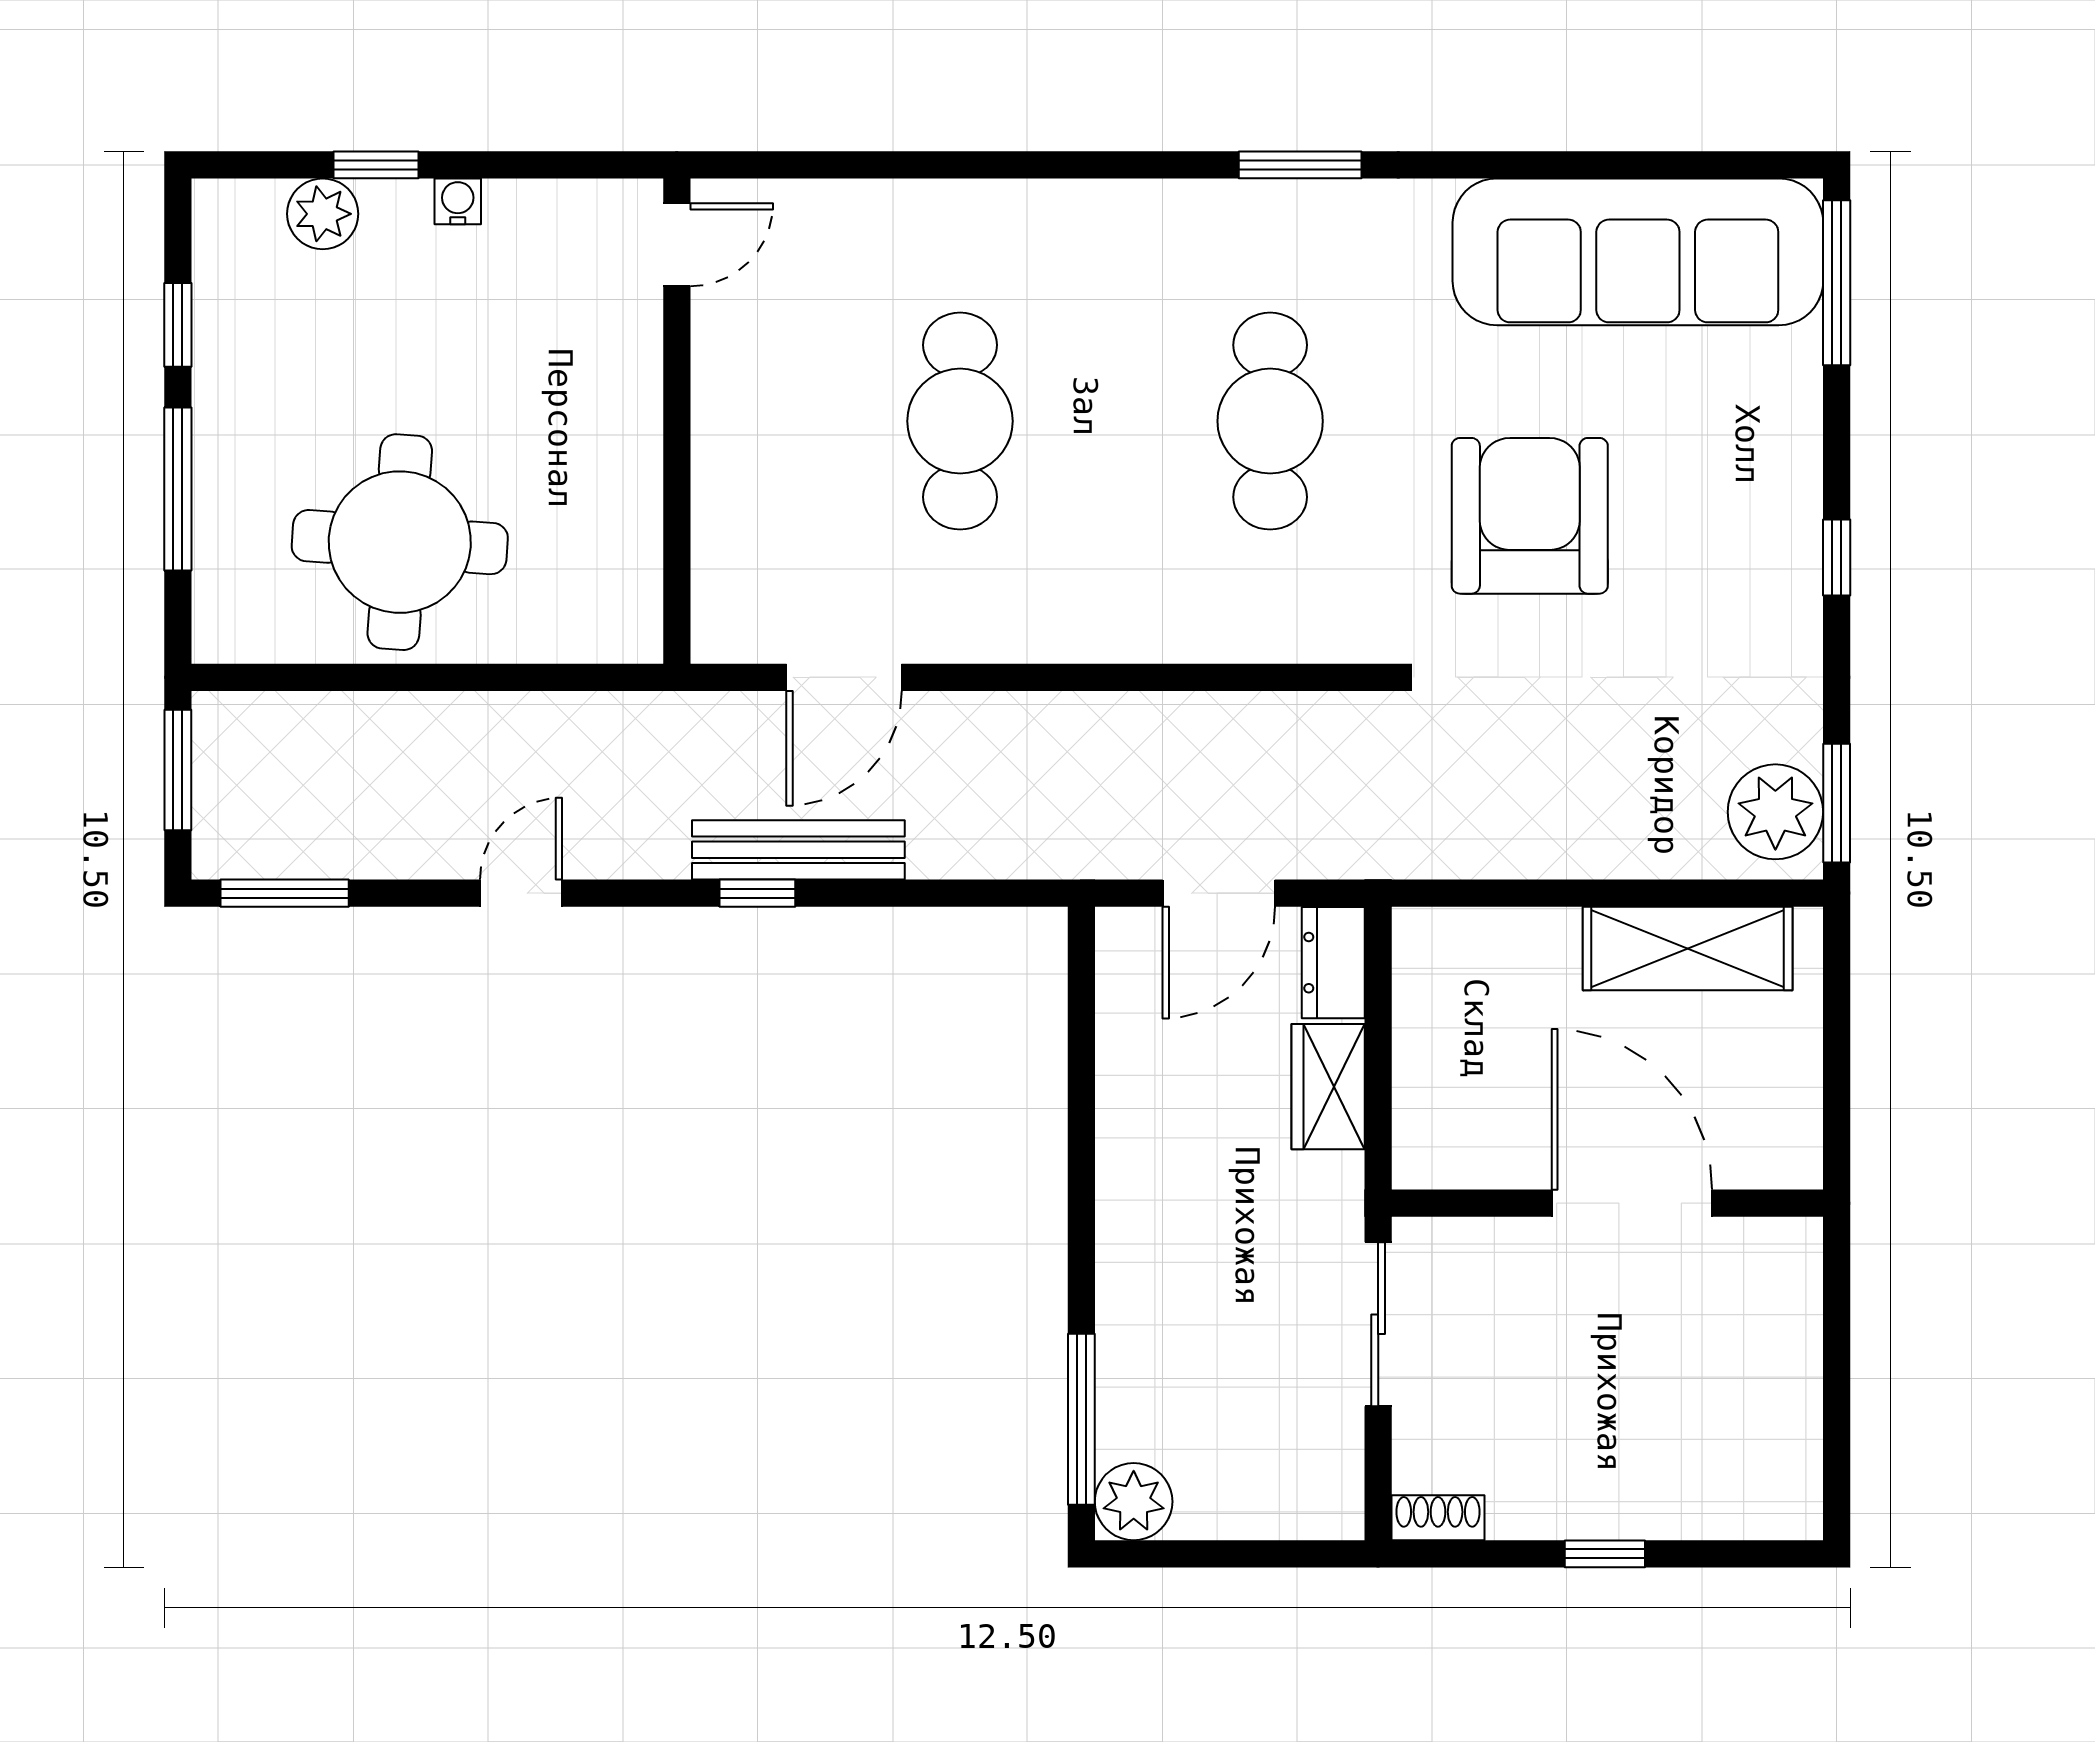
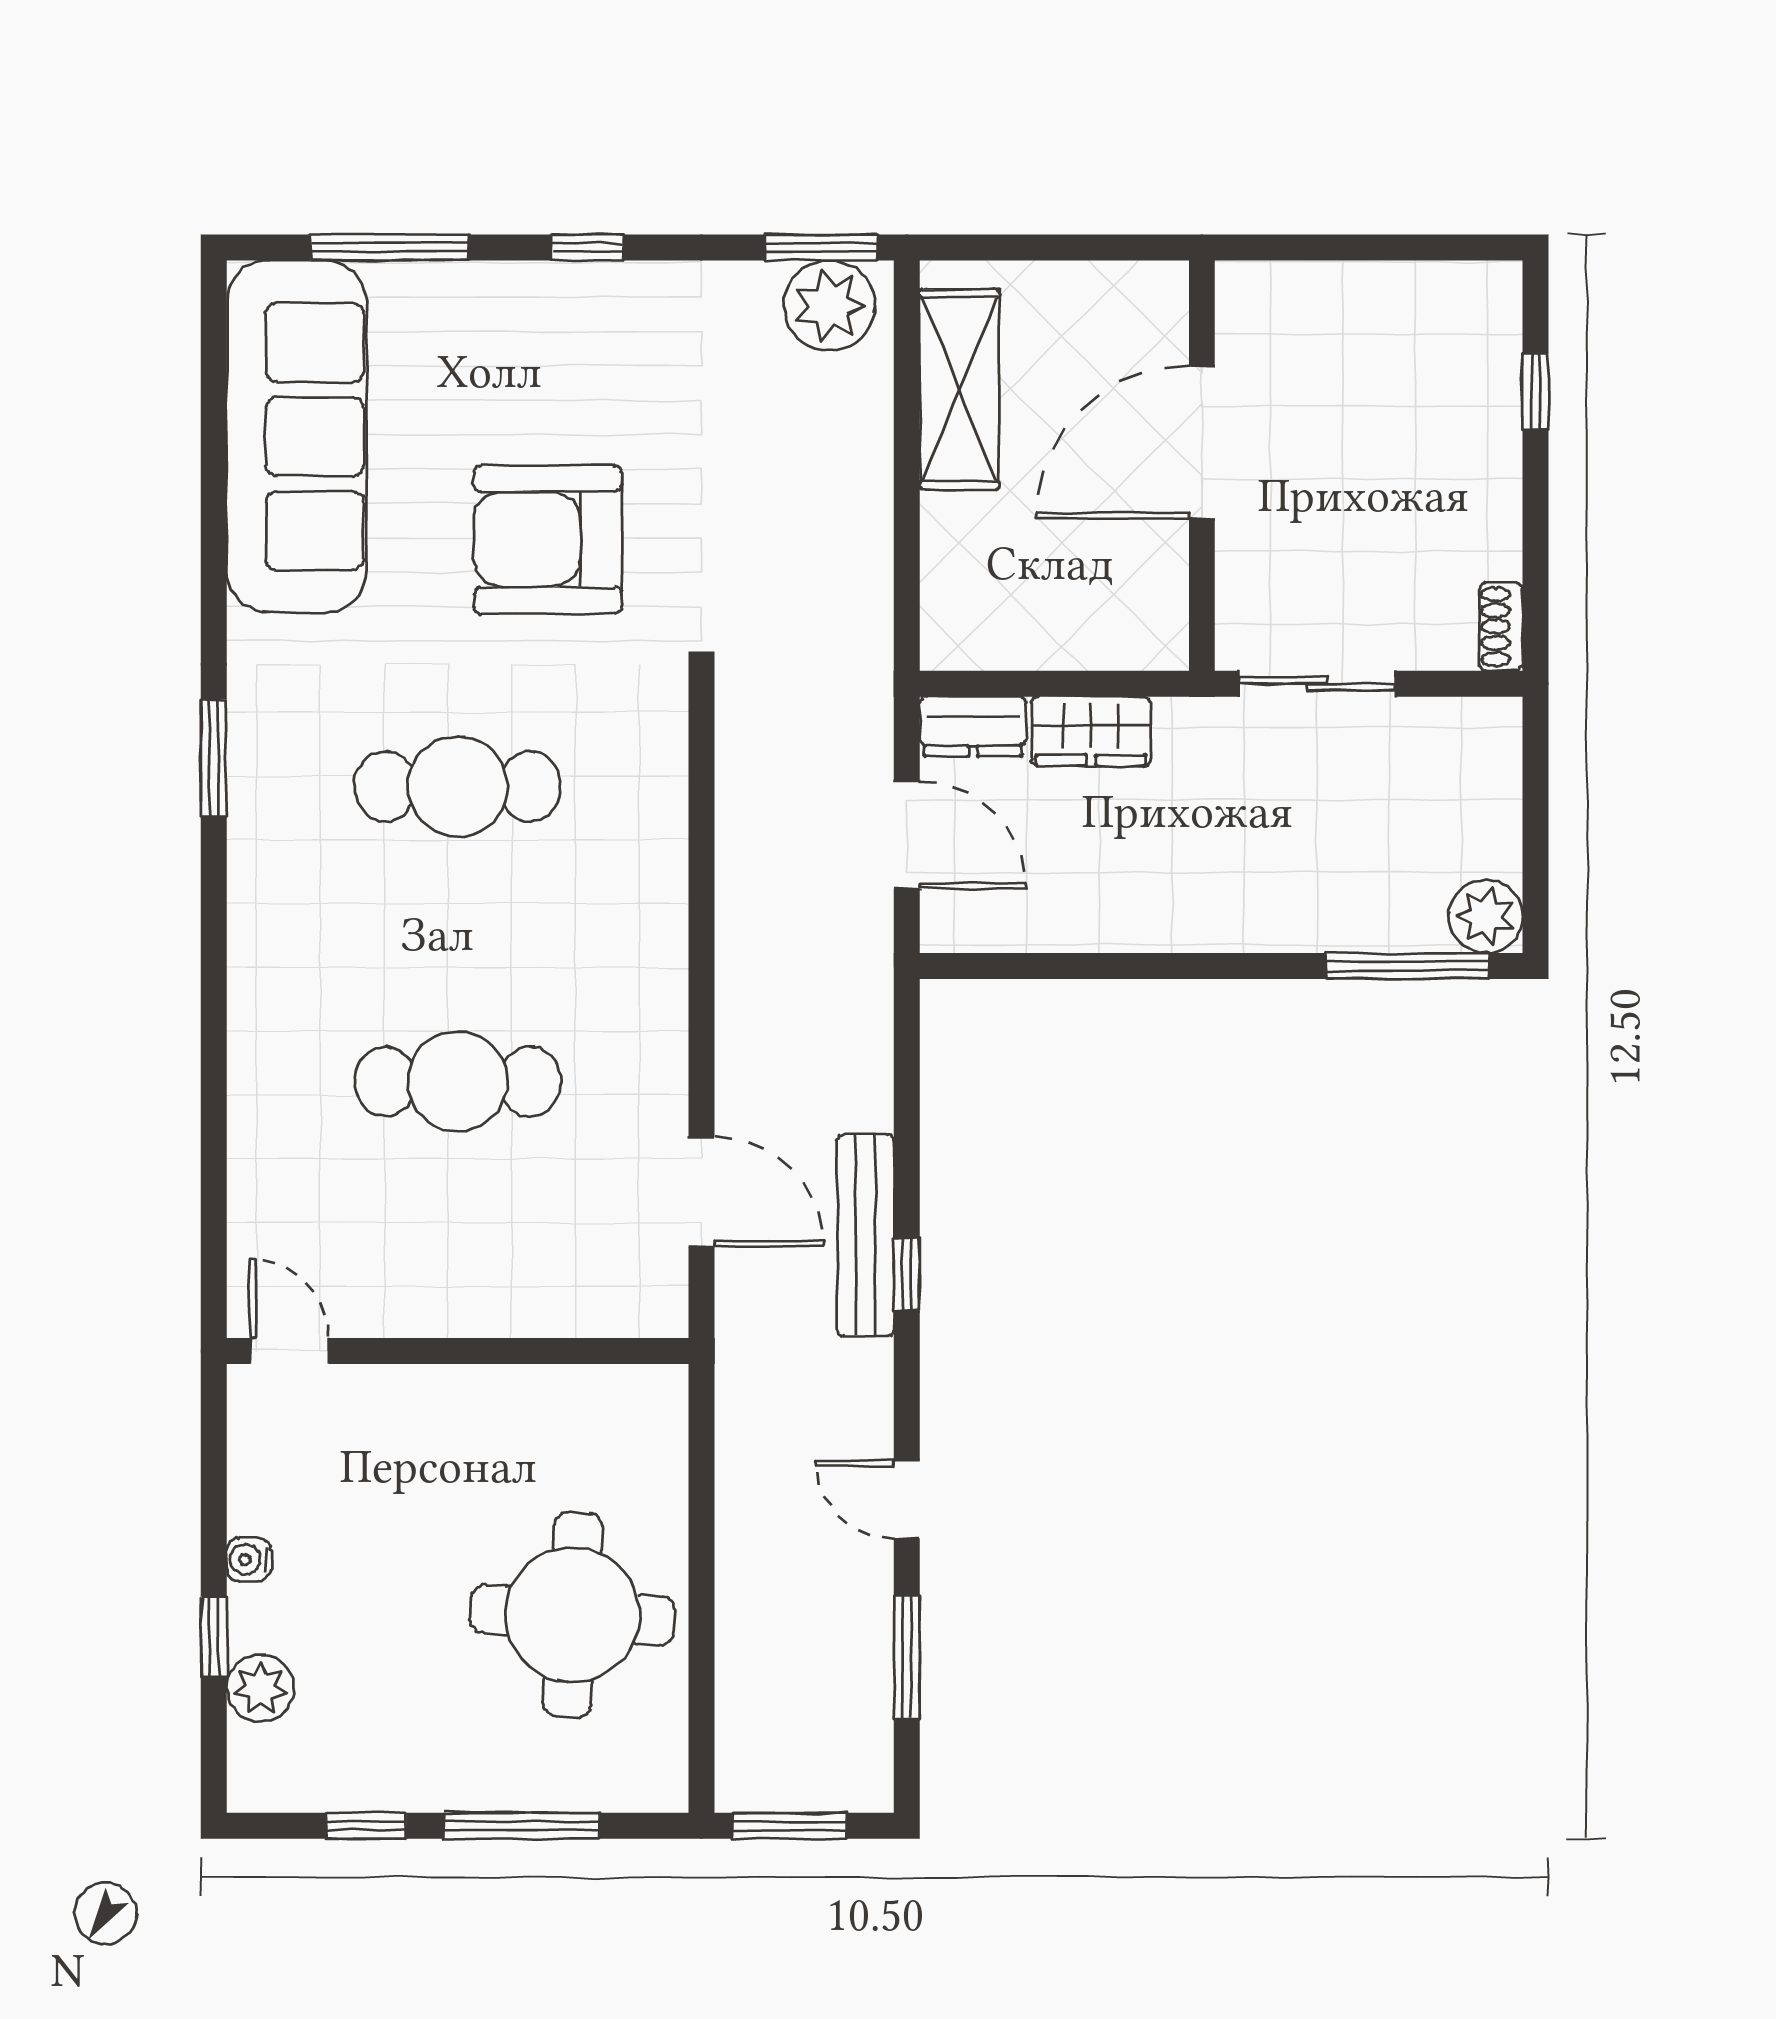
window: (1837, 283) -> (390, 247), moved
window: (285, 893) -> (907, 1657), moved
window: (1605, 1554) -> (1536, 392), moved

